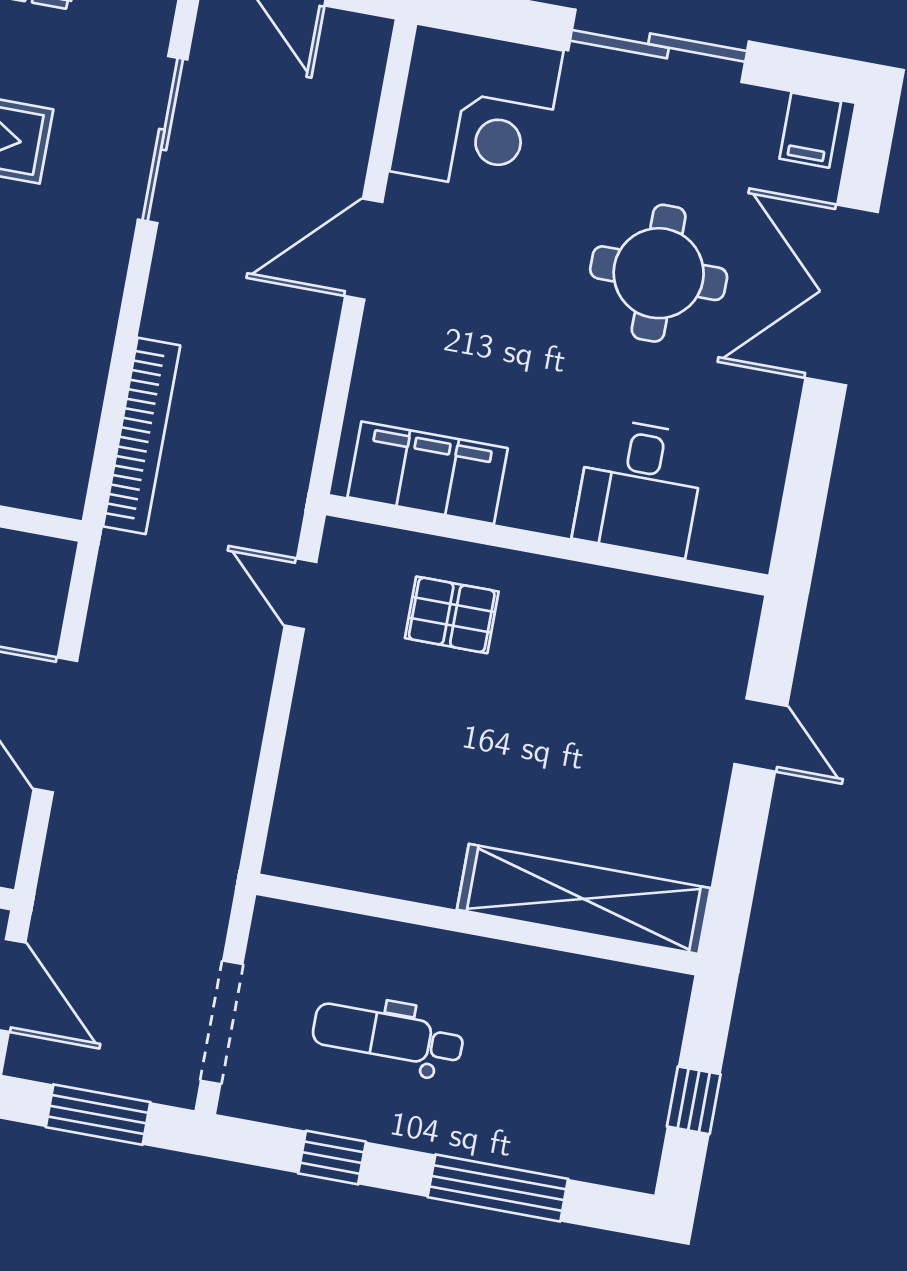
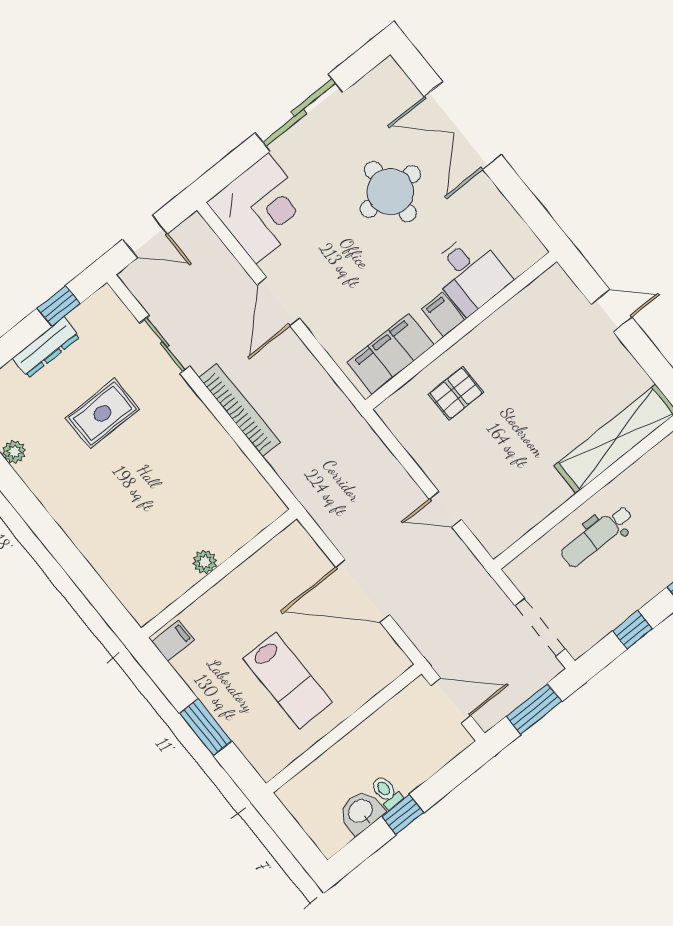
filing cabinet: (810, 130) -> (443, 315), moved, turned 180
sliding door: (163, 140) -> (165, 345), width x0.73
bookcase: (142, 436) -> (240, 410), moved
door: (300, 594) -> (445, 509), moved
dental chair: (388, 1036) -> (597, 536), moved

